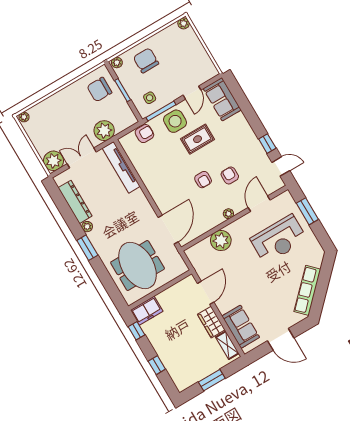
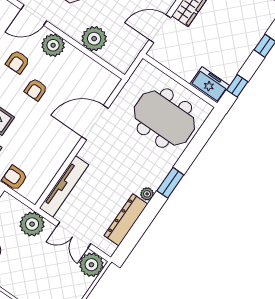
armchair: (203, 180) -> (36, 89), turned 180
plant: (228, 214) -> (53, 45), width x1.88, depth x1.88
door: (168, 230) -> (95, 123), moved
meeting table: (138, 266) -> (164, 118), turned 90

